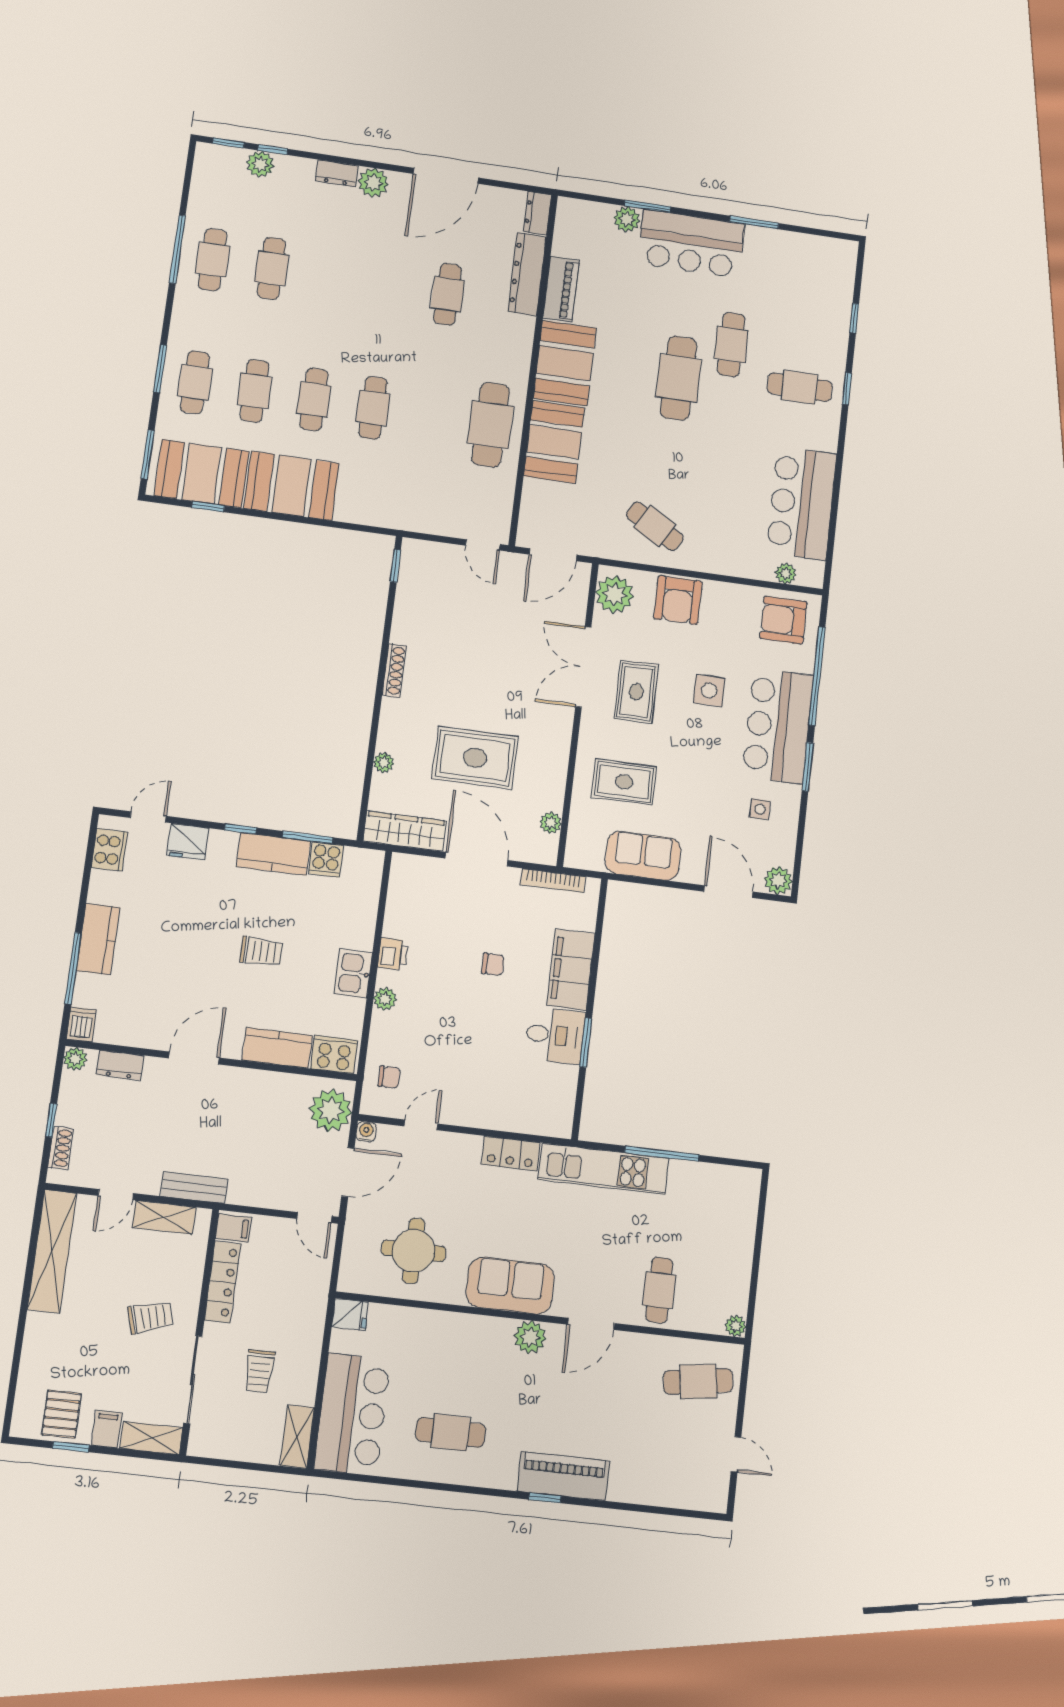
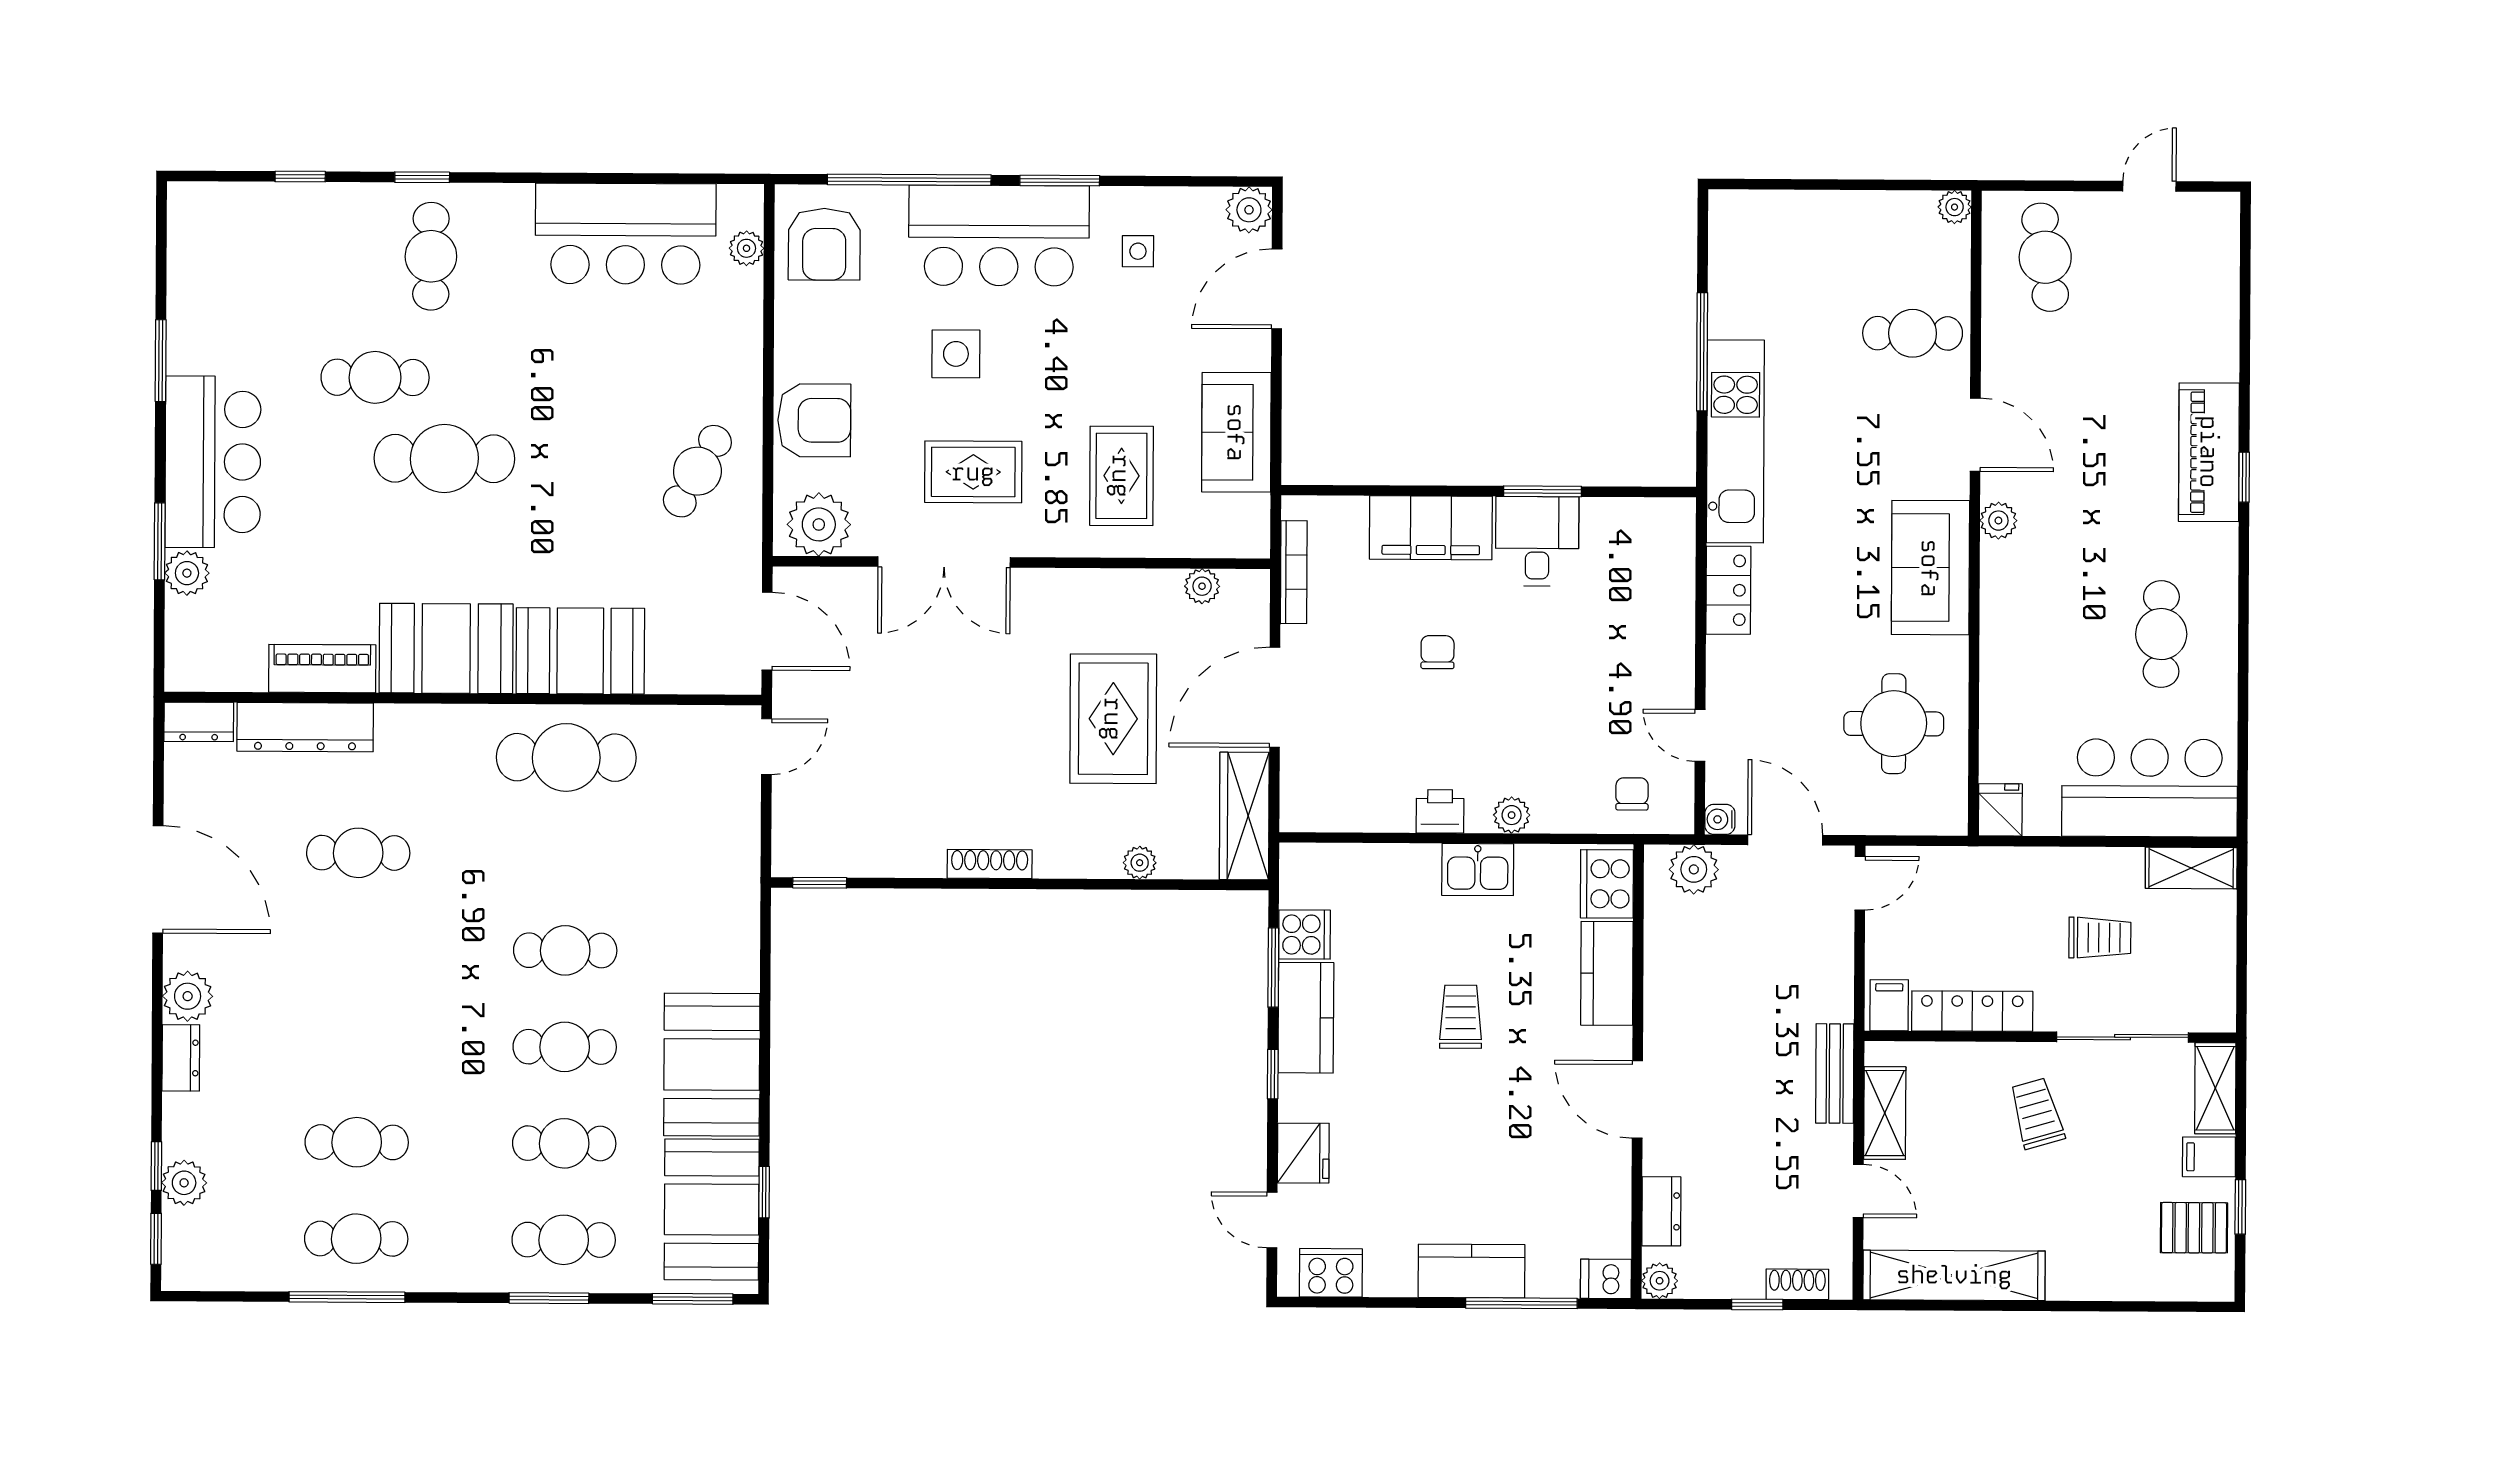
plant: (331, 1110) -> (1694, 869), width x0.73, depth x0.73
plant: (530, 1337) -> (1998, 521), width x0.73, depth x0.73

